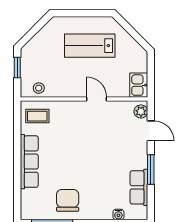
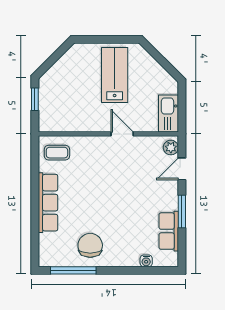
lab bench: (90, 46) -> (115, 75), turned 90
kitchen sink: (139, 85) -> (168, 113), width x1.38
stool: (39, 88) -> (58, 122), removed
door: (151, 131) -> (182, 169), swing flipped

